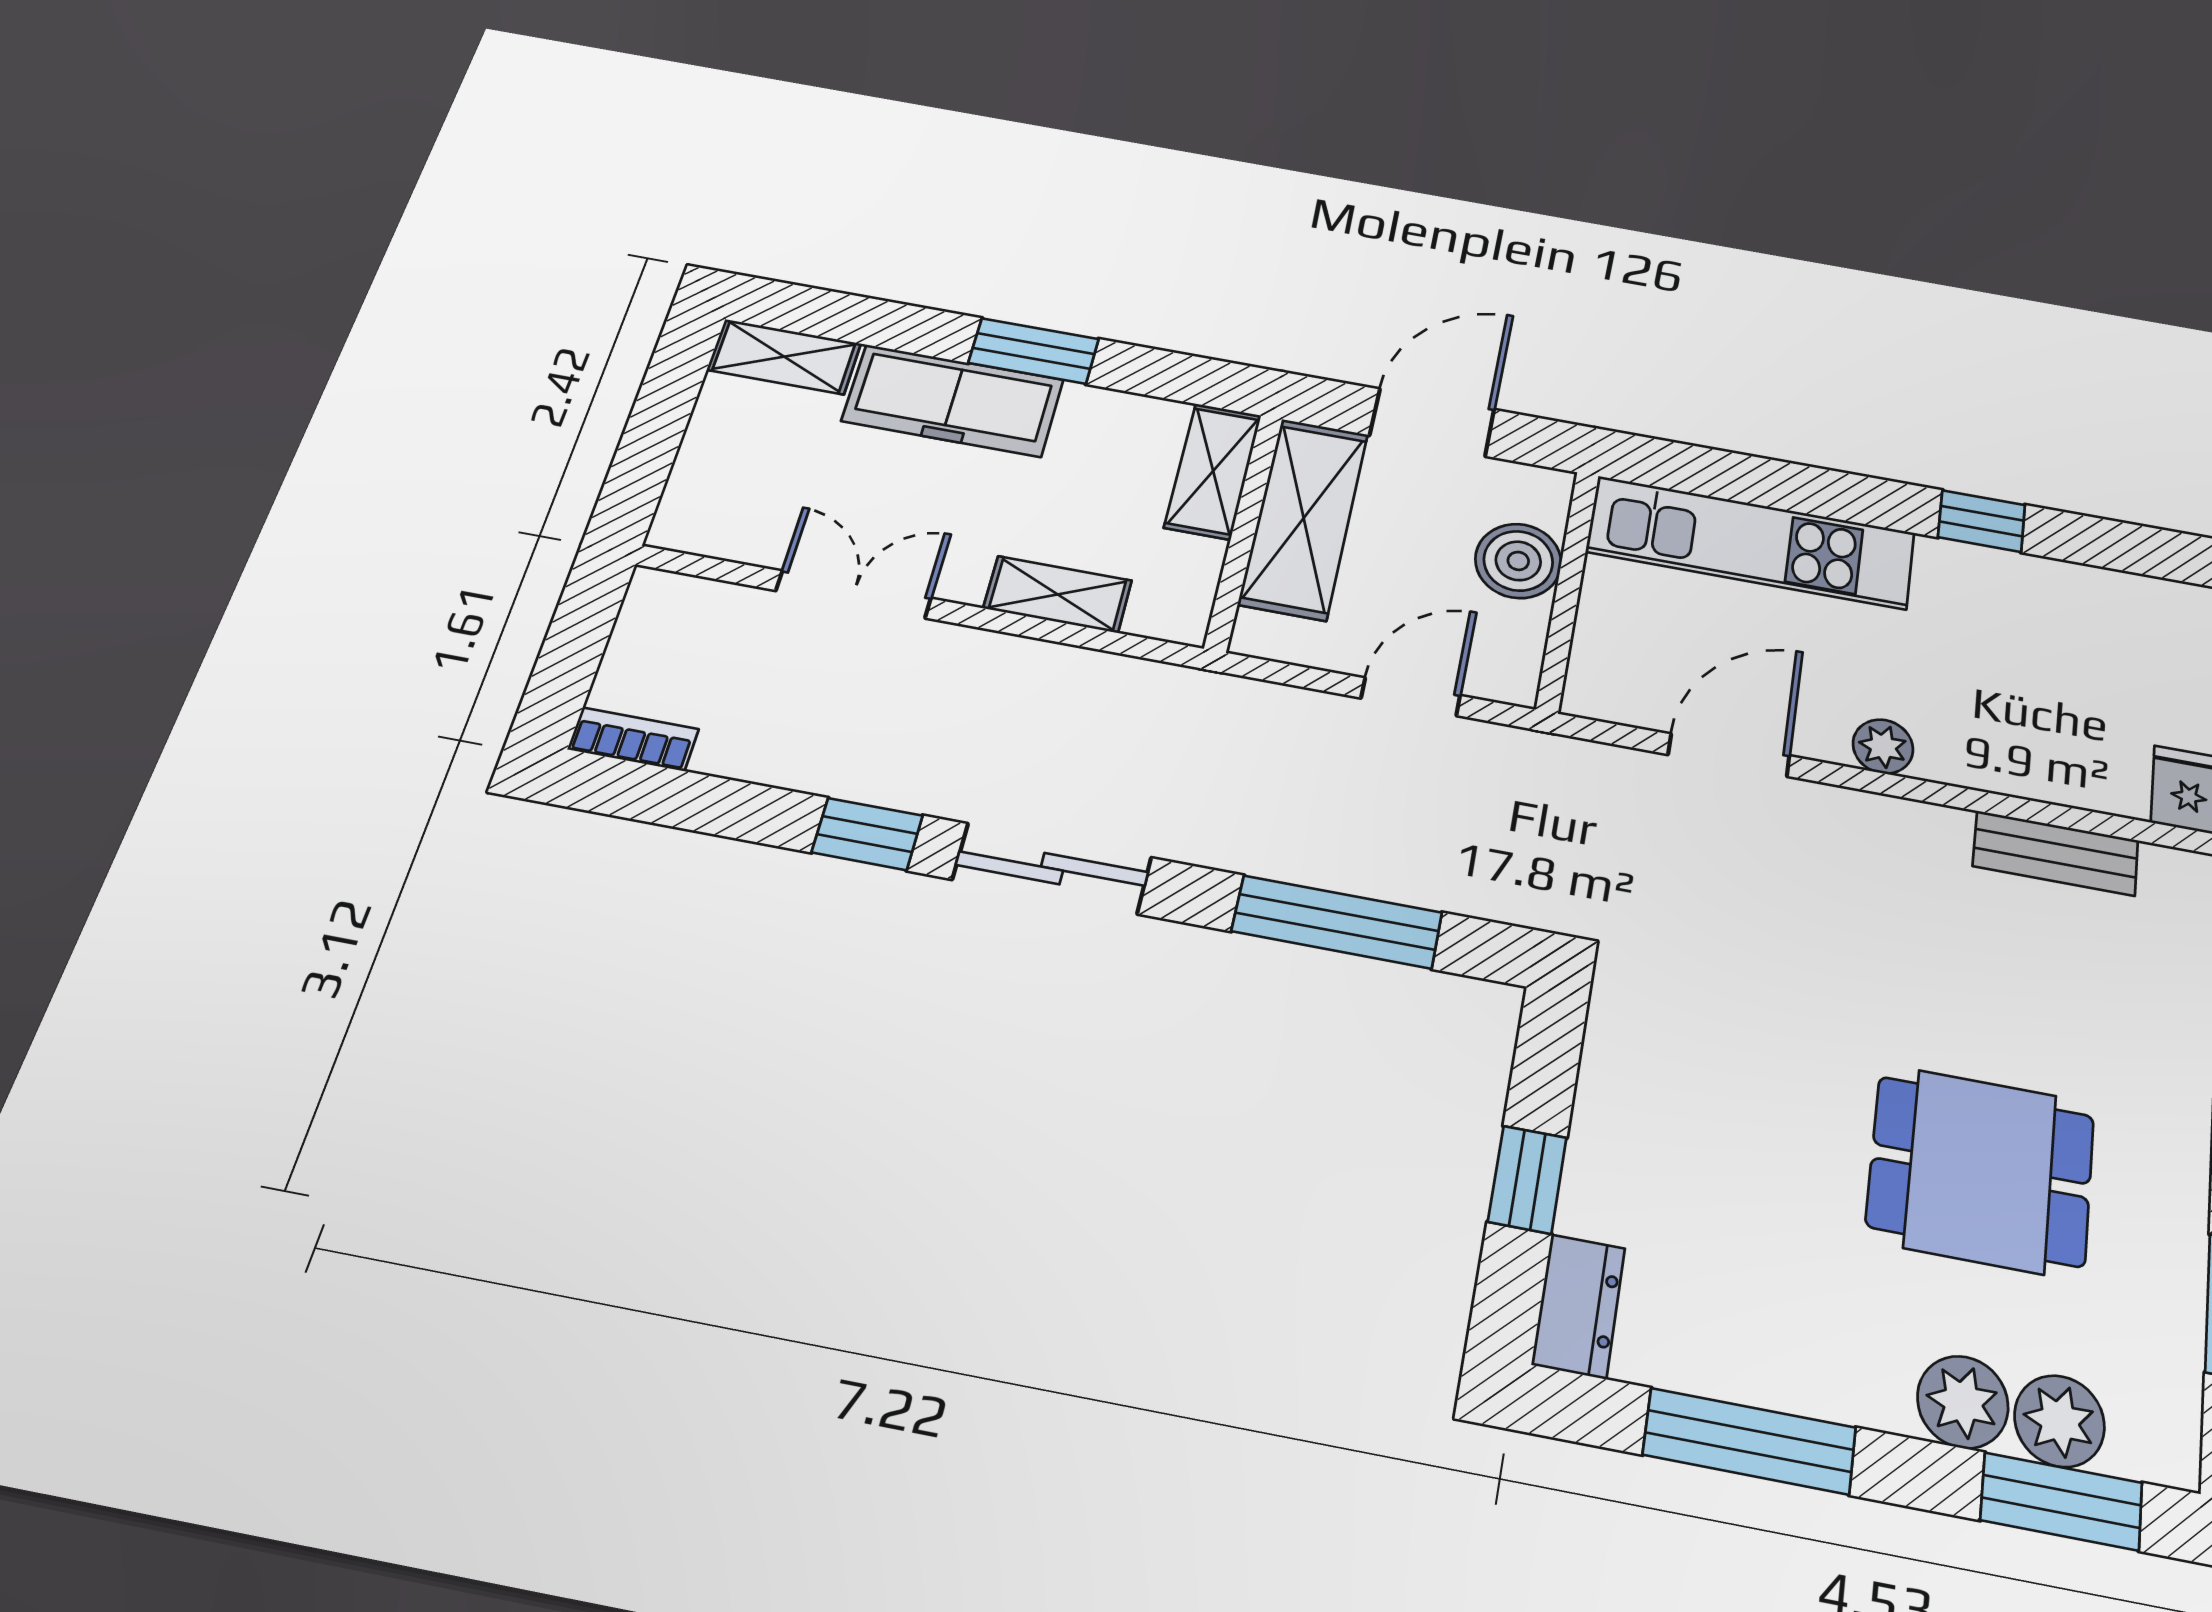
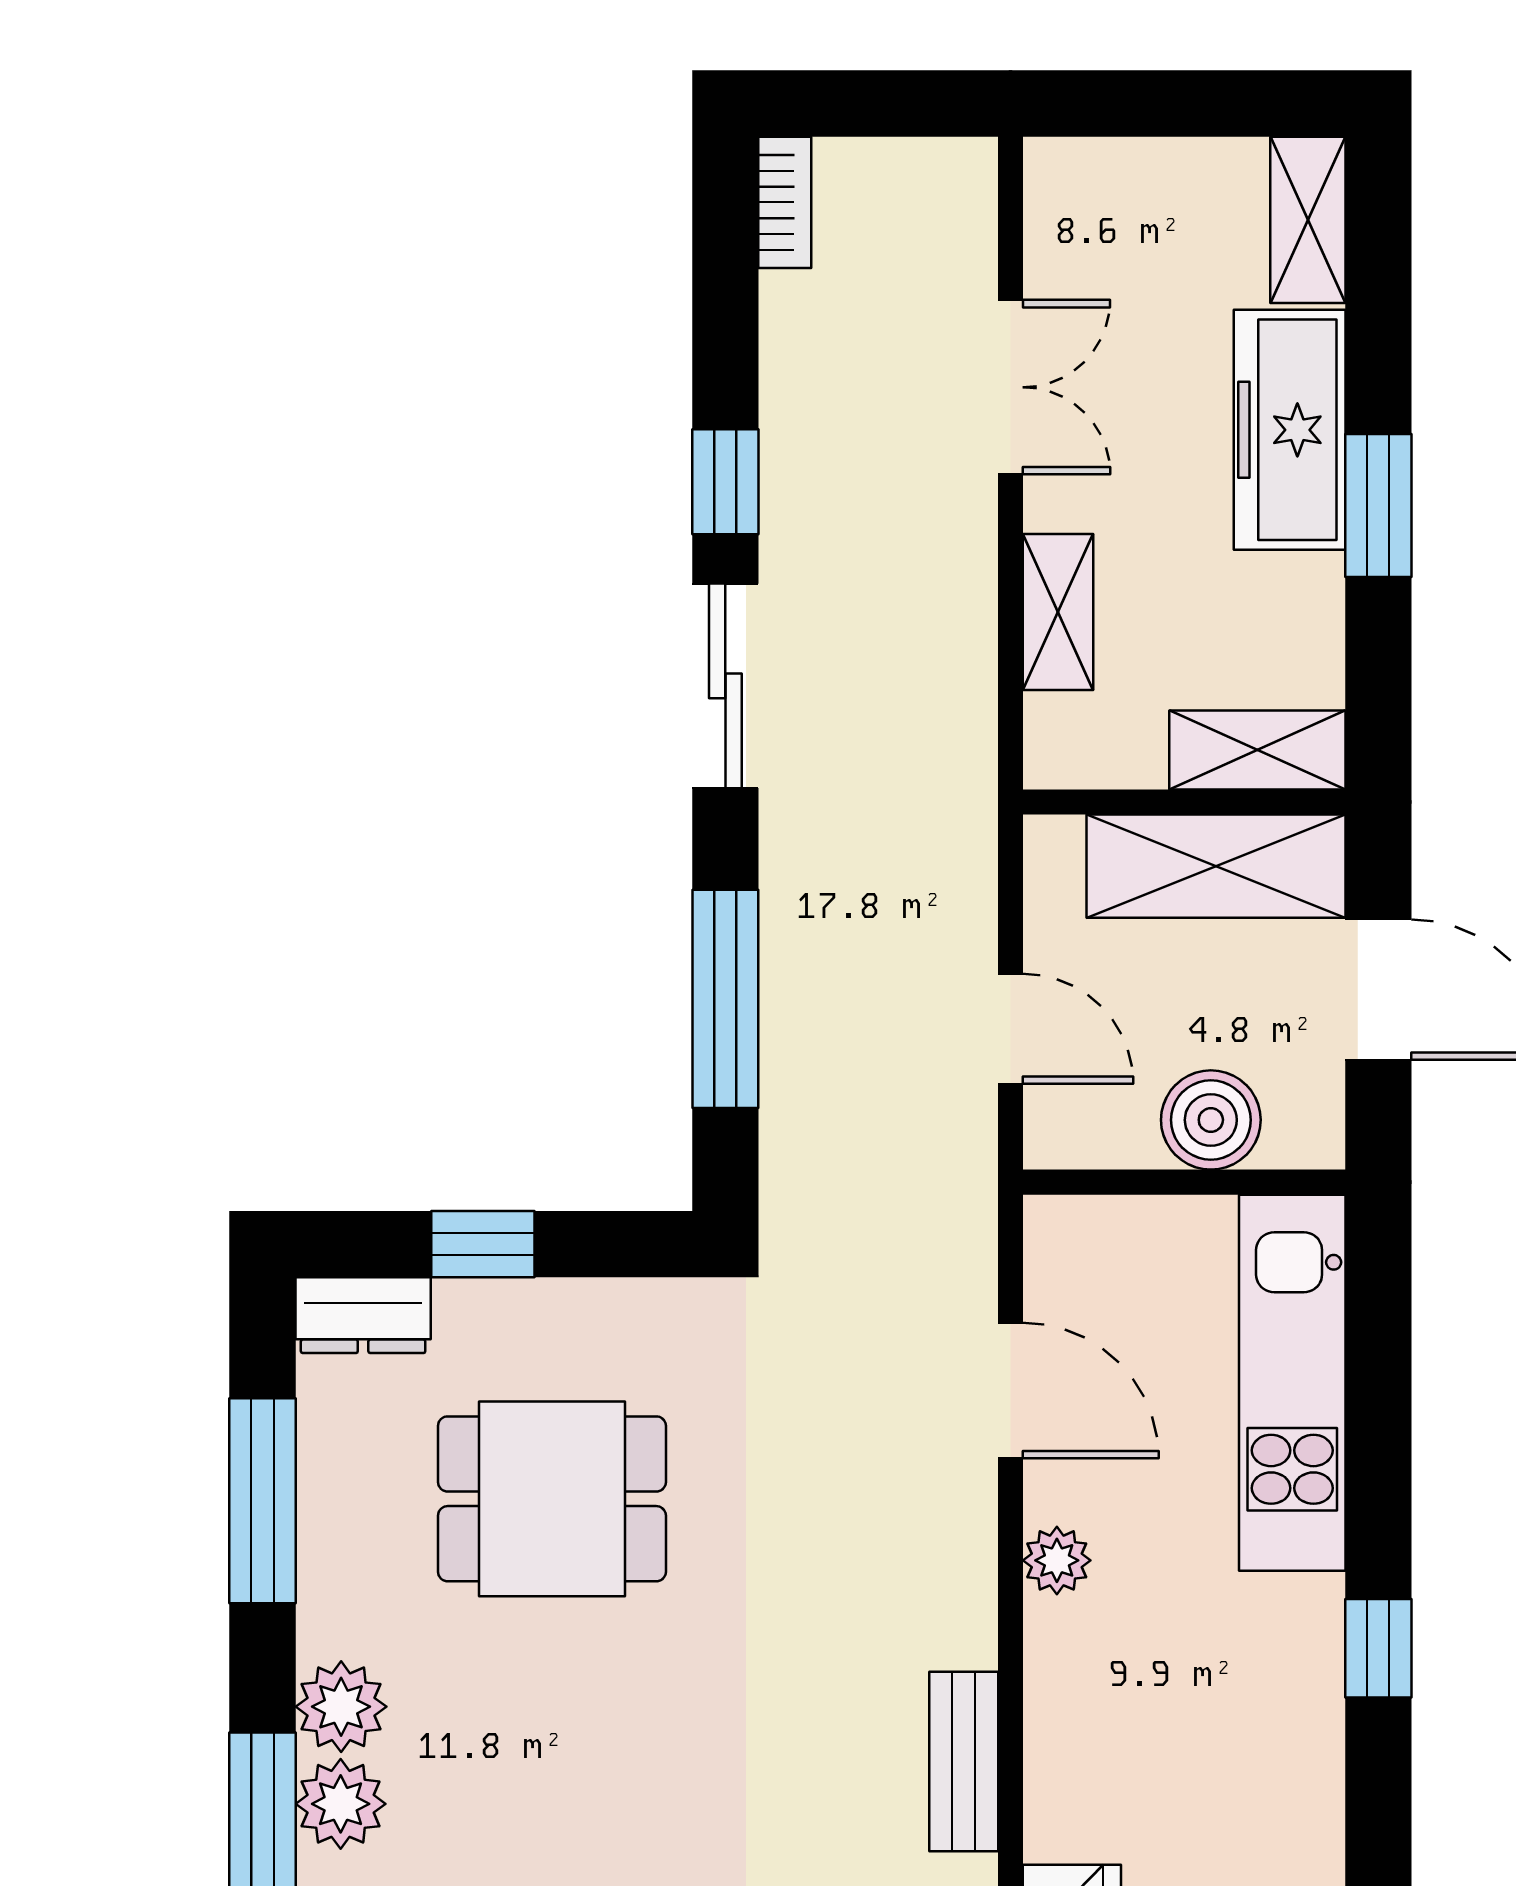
dining table: (1981, 1171) -> (552, 1499), moved, turned 90

